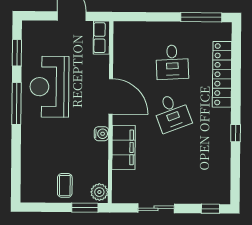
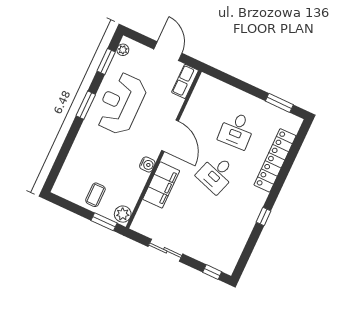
window: (201, 17) -> (279, 103), width x0.69
plant: (28, 34) -> (123, 50), added
window: (17, 104) -> (86, 105), width x0.69
desk: (172, 113) -> (216, 174), turned 39

